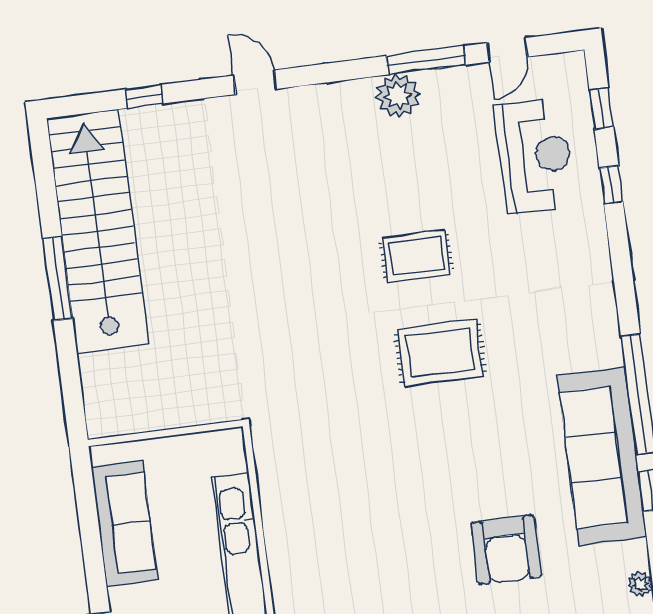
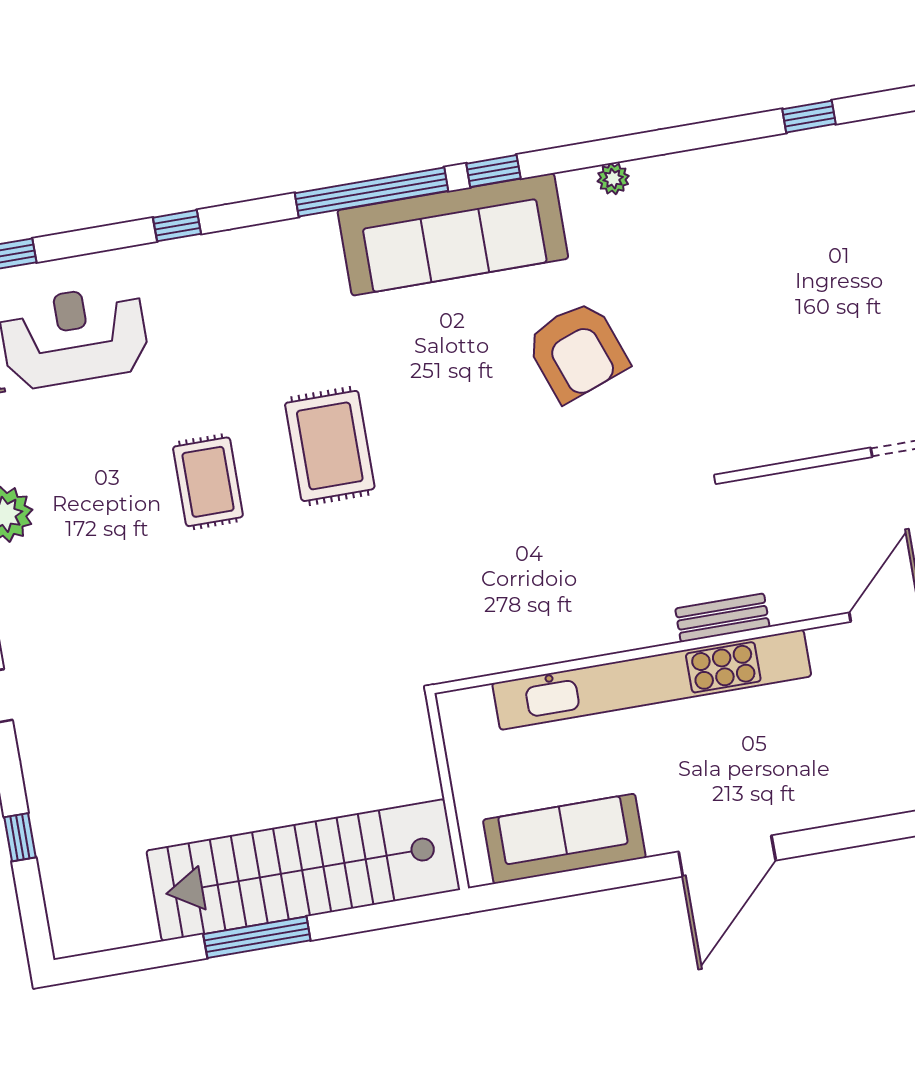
window: (611, 185) -> (177, 226), moved
stairs: (98, 232) -> (303, 870), moved
armchair: (506, 550) -> (577, 351), turned 70

